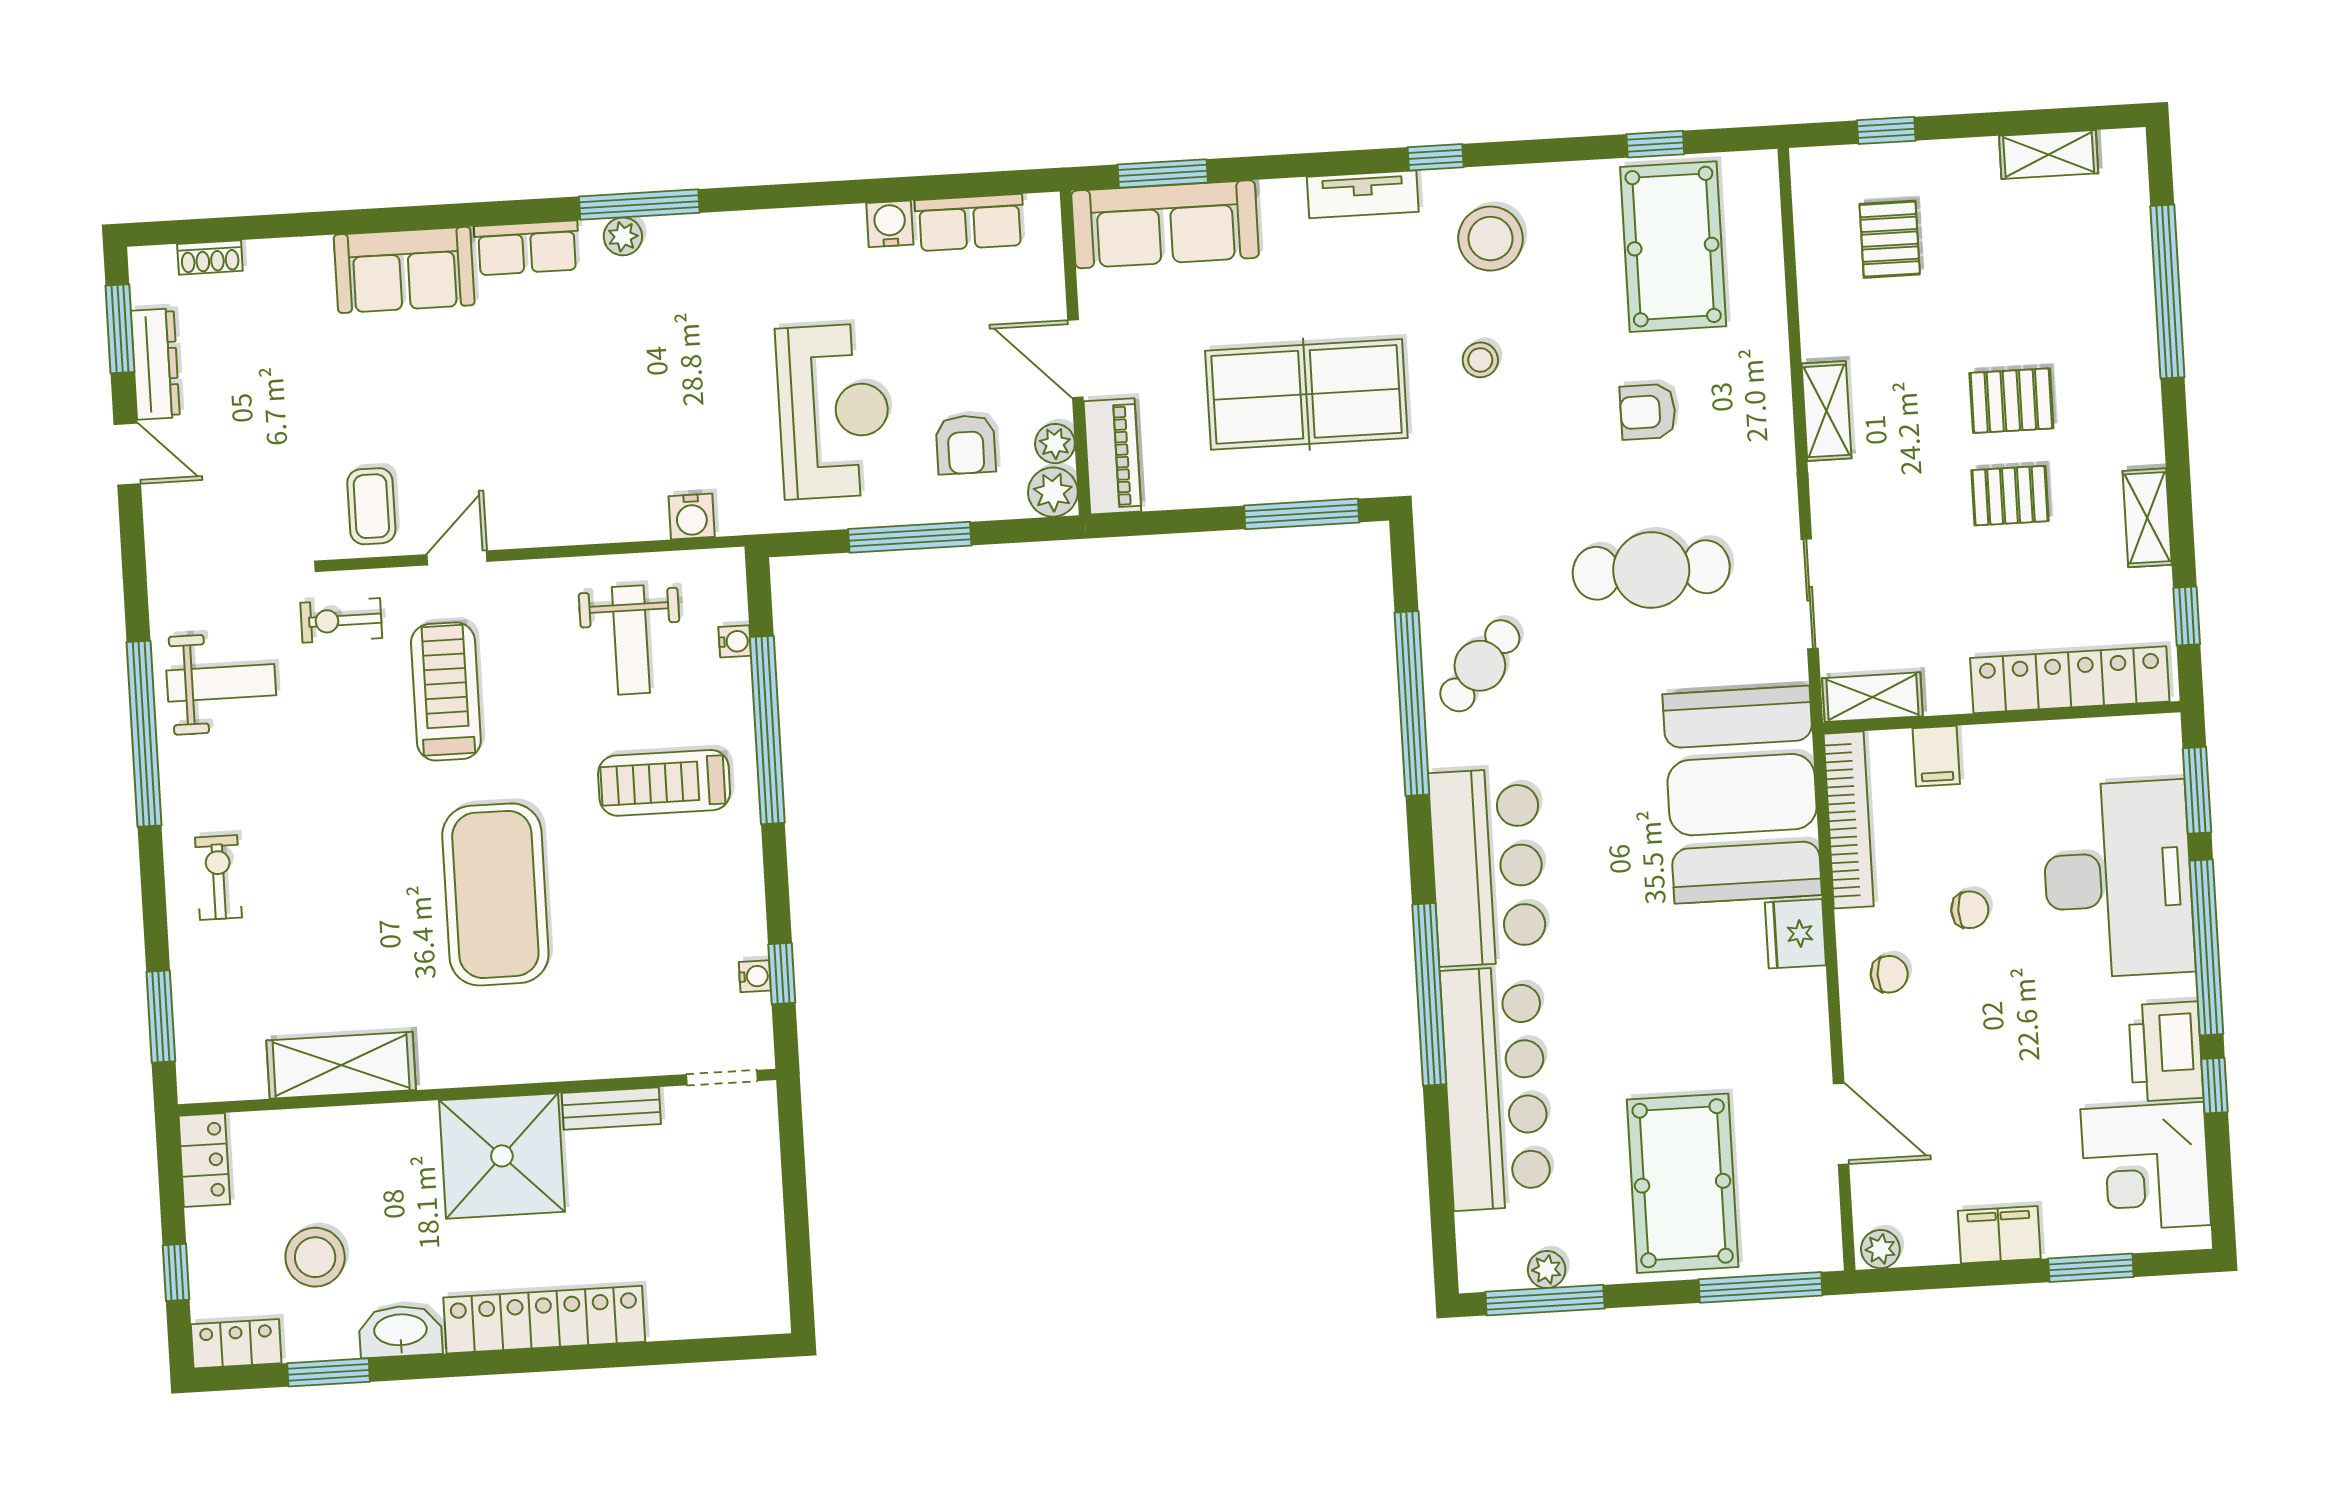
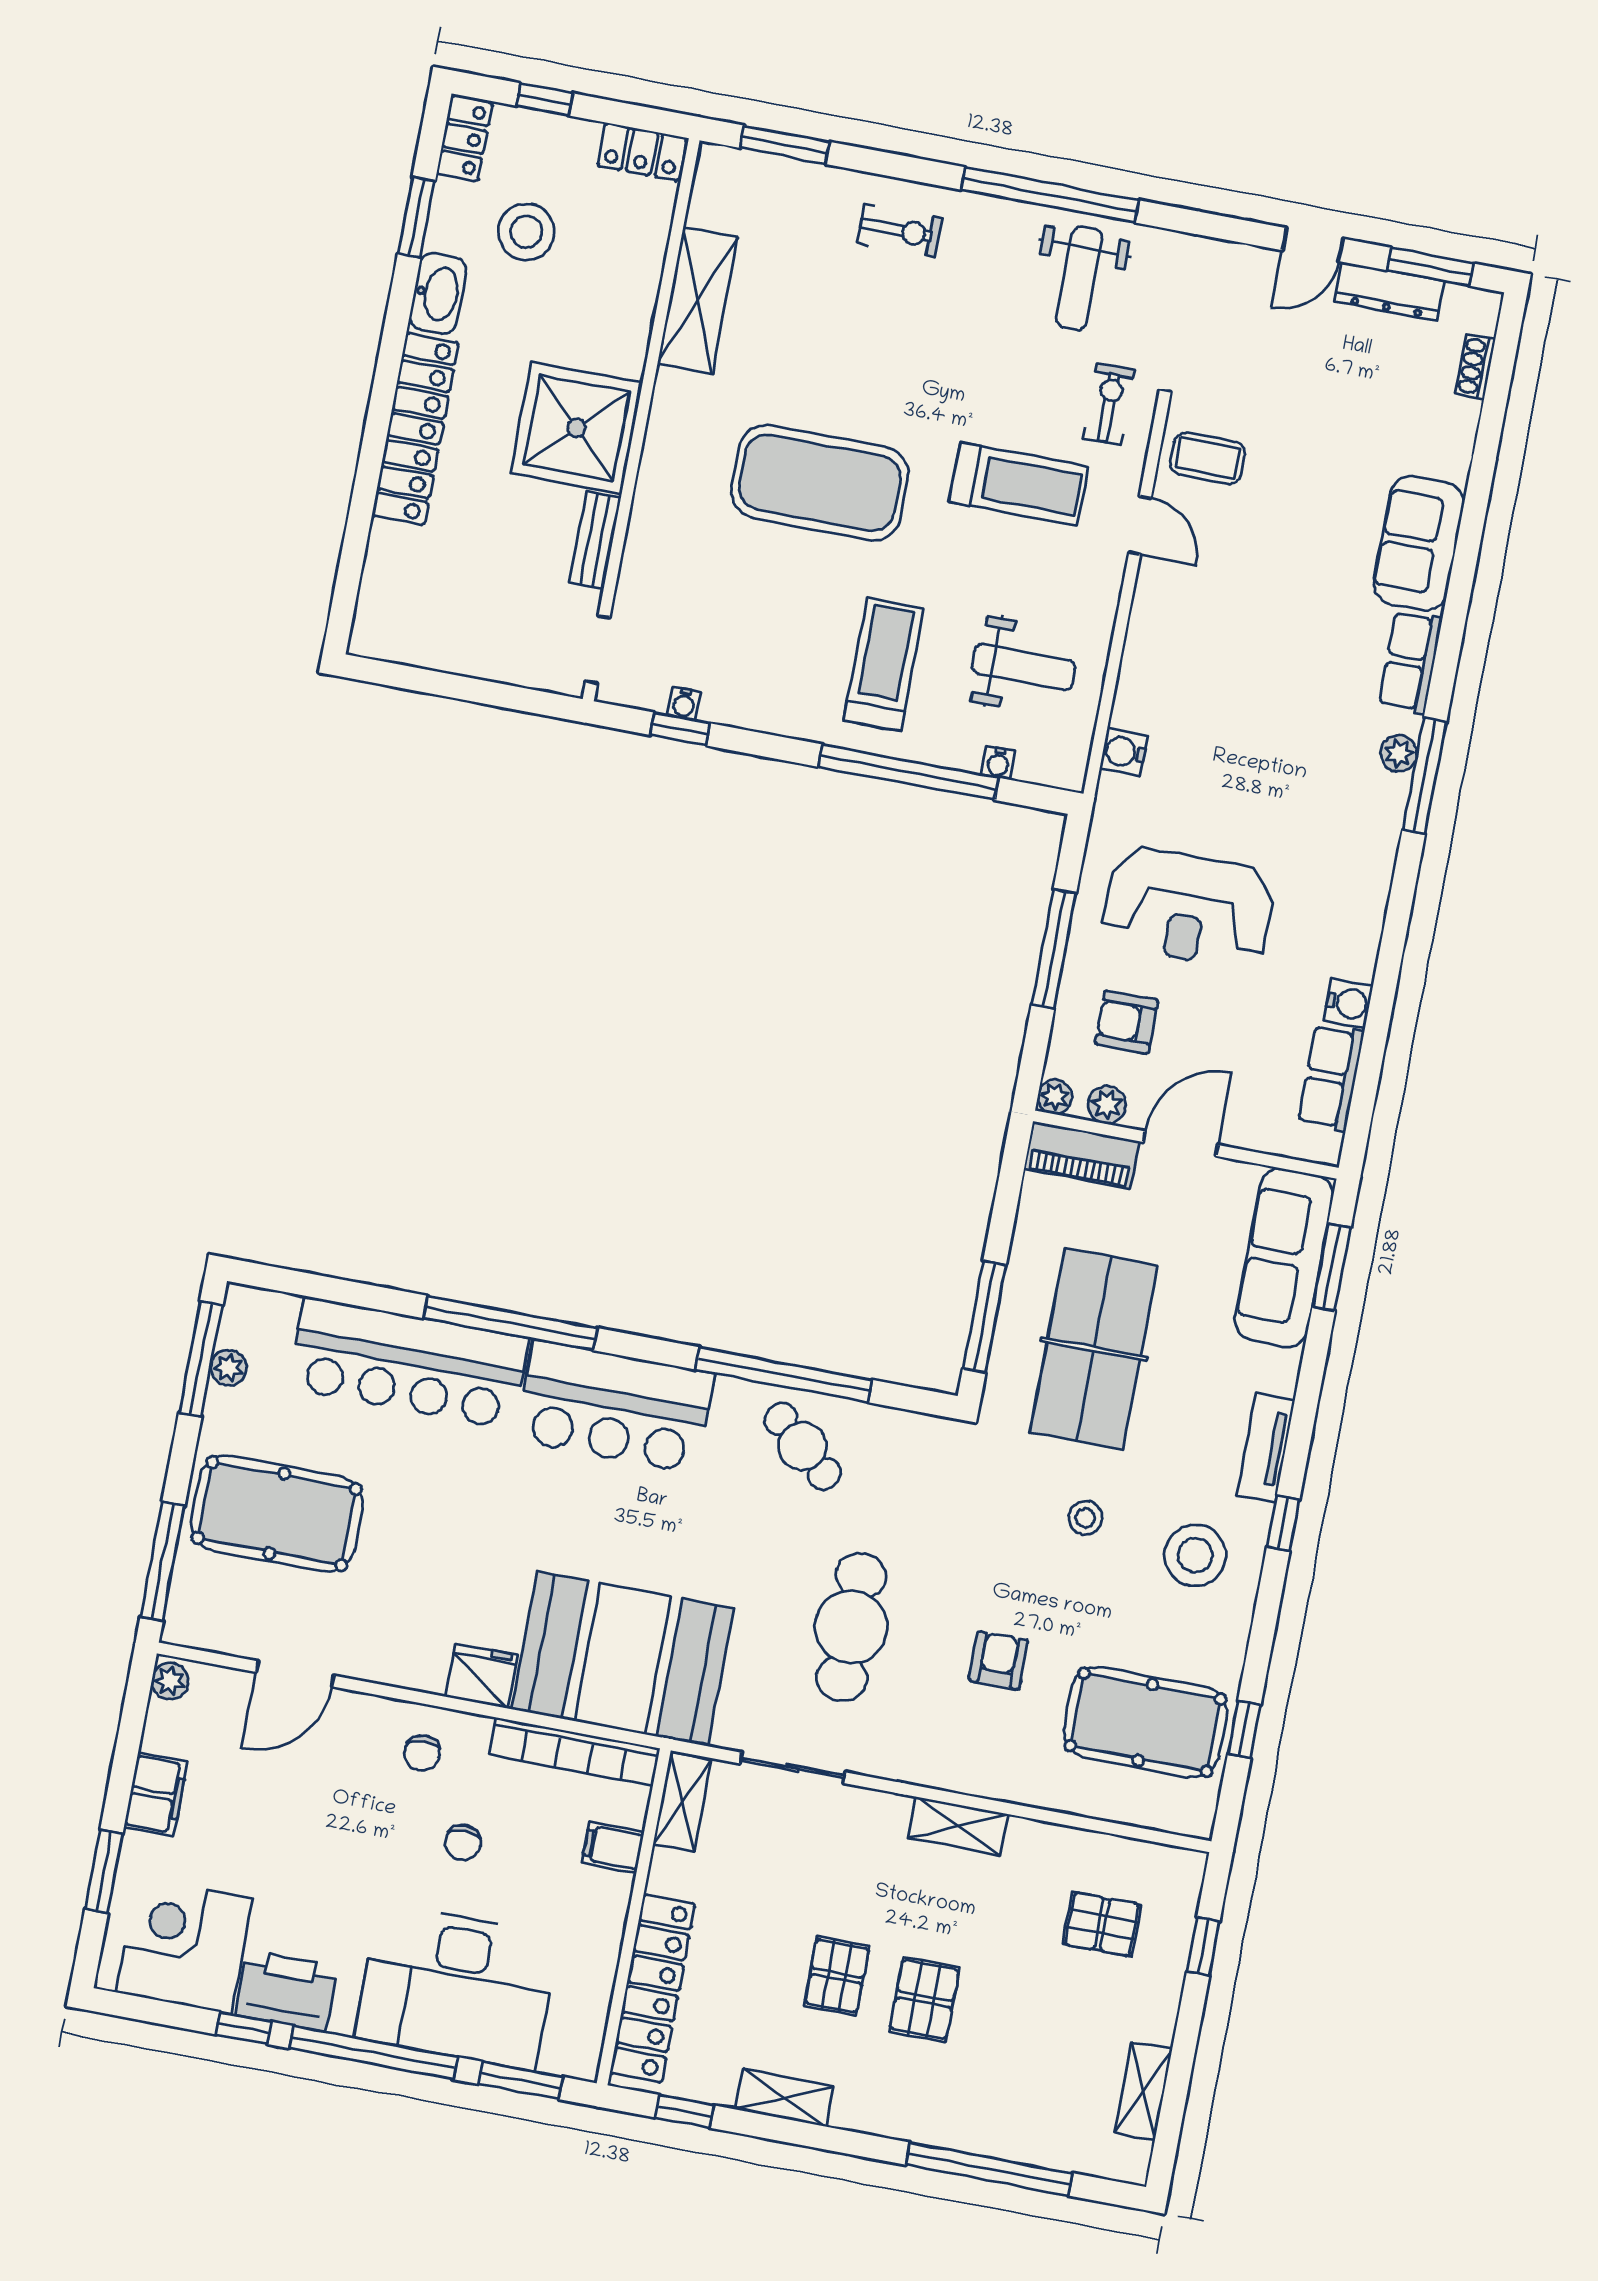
plant: (1053, 492) -> (1055, 1097), width x0.73, depth x0.73
weight bench: (631, 640) -> (1024, 667), turned 180

